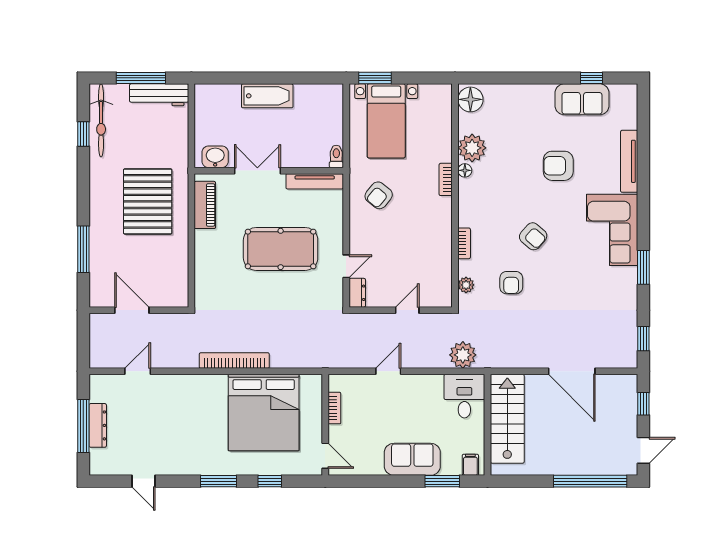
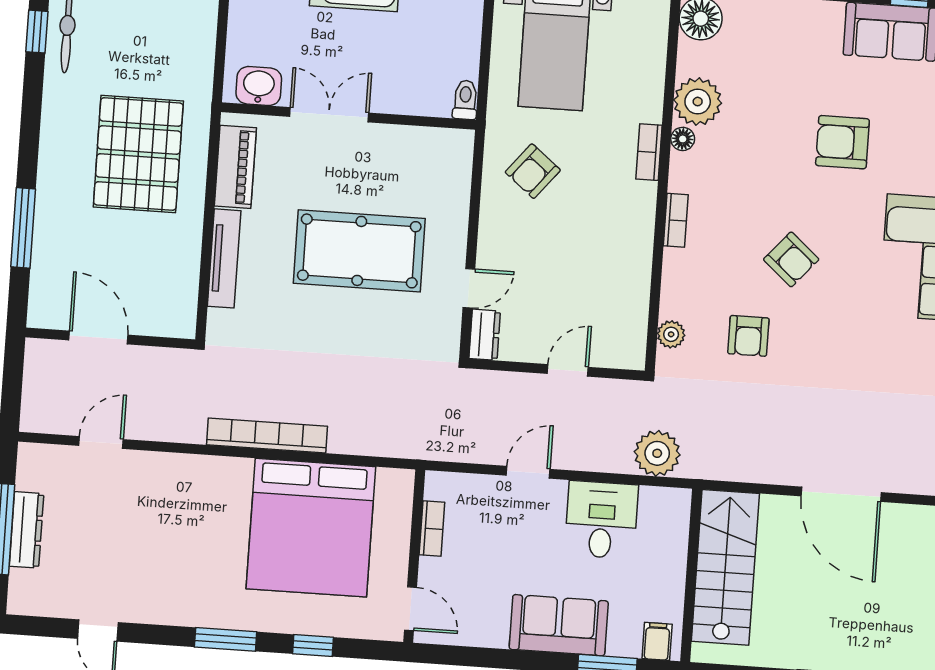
tv unit: (315, 181) -> (224, 258), moved, turned -90
bookcase: (464, 243) -> (676, 220), moved
desk: (464, 396) -> (601, 520), moved

